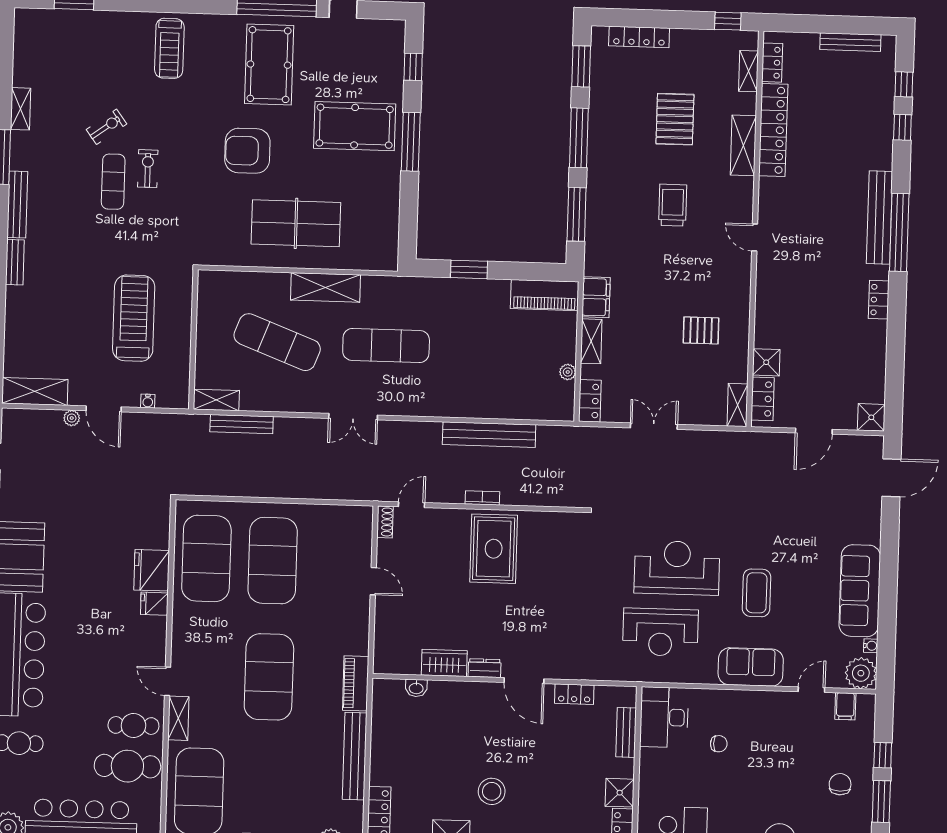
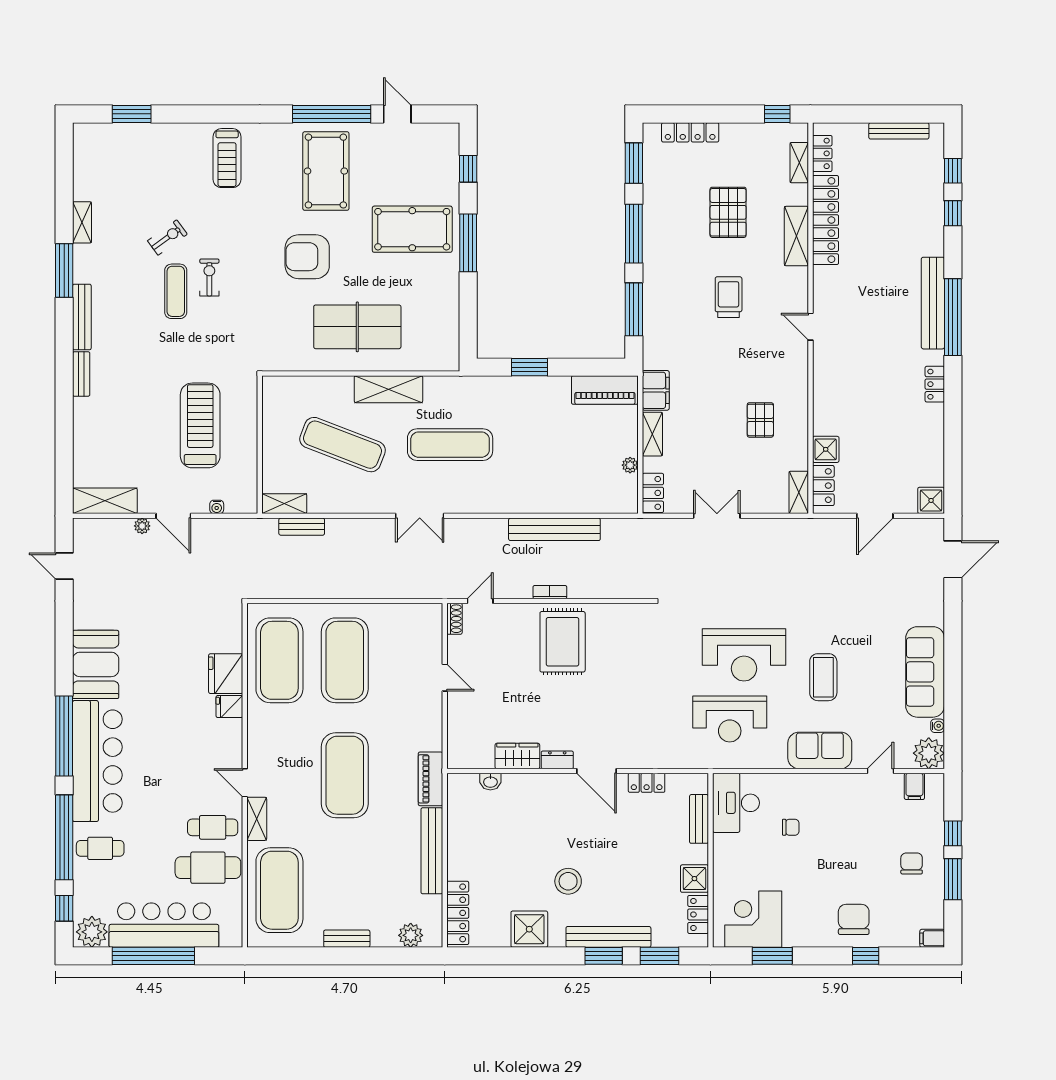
pallet: (701, 330) -> (760, 420), turned 90
bench: (242, 424) -> (302, 527), width x0.73
reception desk: (677, 568) -> (744, 655), turned 180

